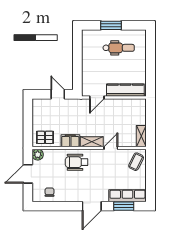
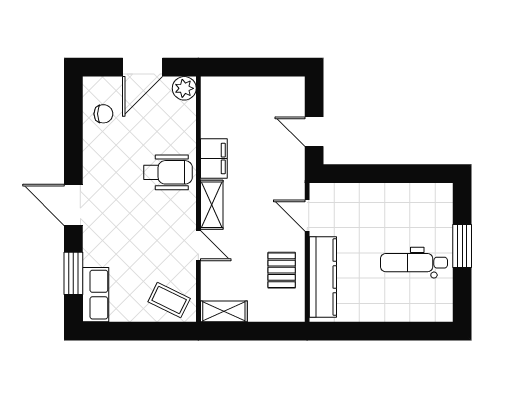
dental chair: (119, 48) -> (414, 263), turned 90
door: (58, 94) -> (314, 132), swing flipped
pallet: (45, 137) -> (282, 270), moved
wheelchair: (77, 162) -> (168, 172), turned 90
door: (28, 174) -> (143, 67), swing flipped
row of seats: (127, 196) -> (96, 295), width x0.68

